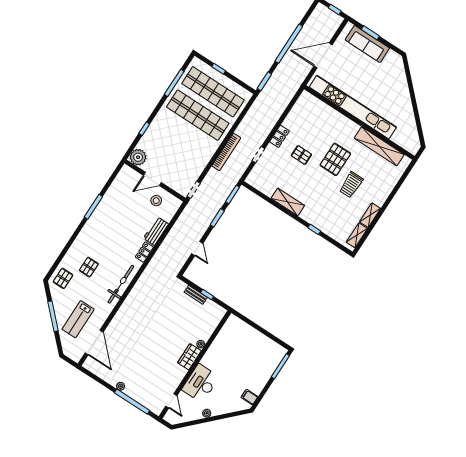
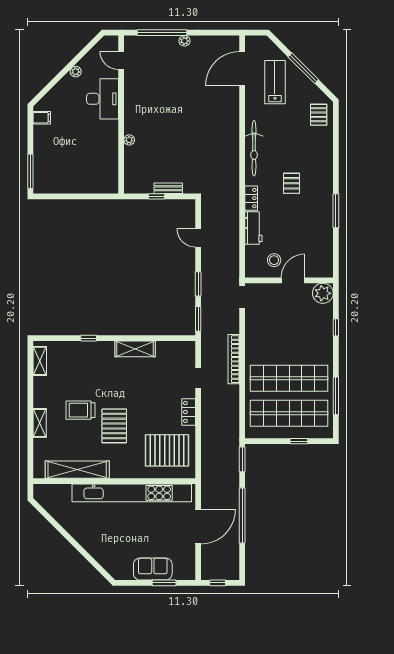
sofa: (367, 44) -> (153, 569), width x0.73
pallet: (301, 155) -> (167, 450), moved, width x2.05, depth x2.00
trolley: (351, 185) -> (80, 410), turned -90
shelving: (370, 215) -> (40, 423), moved
pallet: (89, 267) -> (291, 183), moved
door: (94, 343) -> (242, 69), hinge flipped
wardrobe: (189, 357) -> (132, 119), removed

